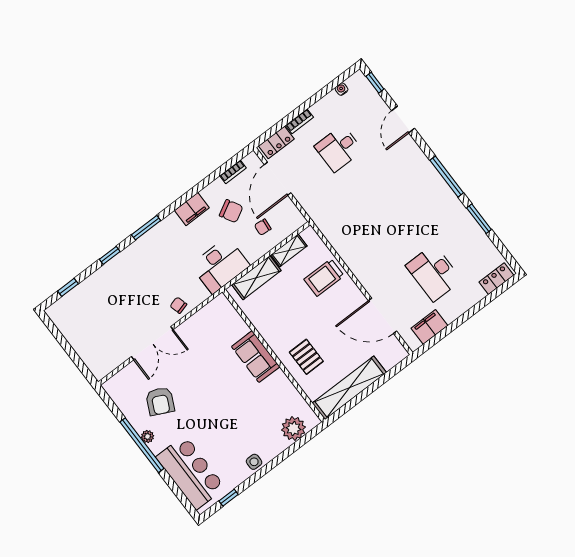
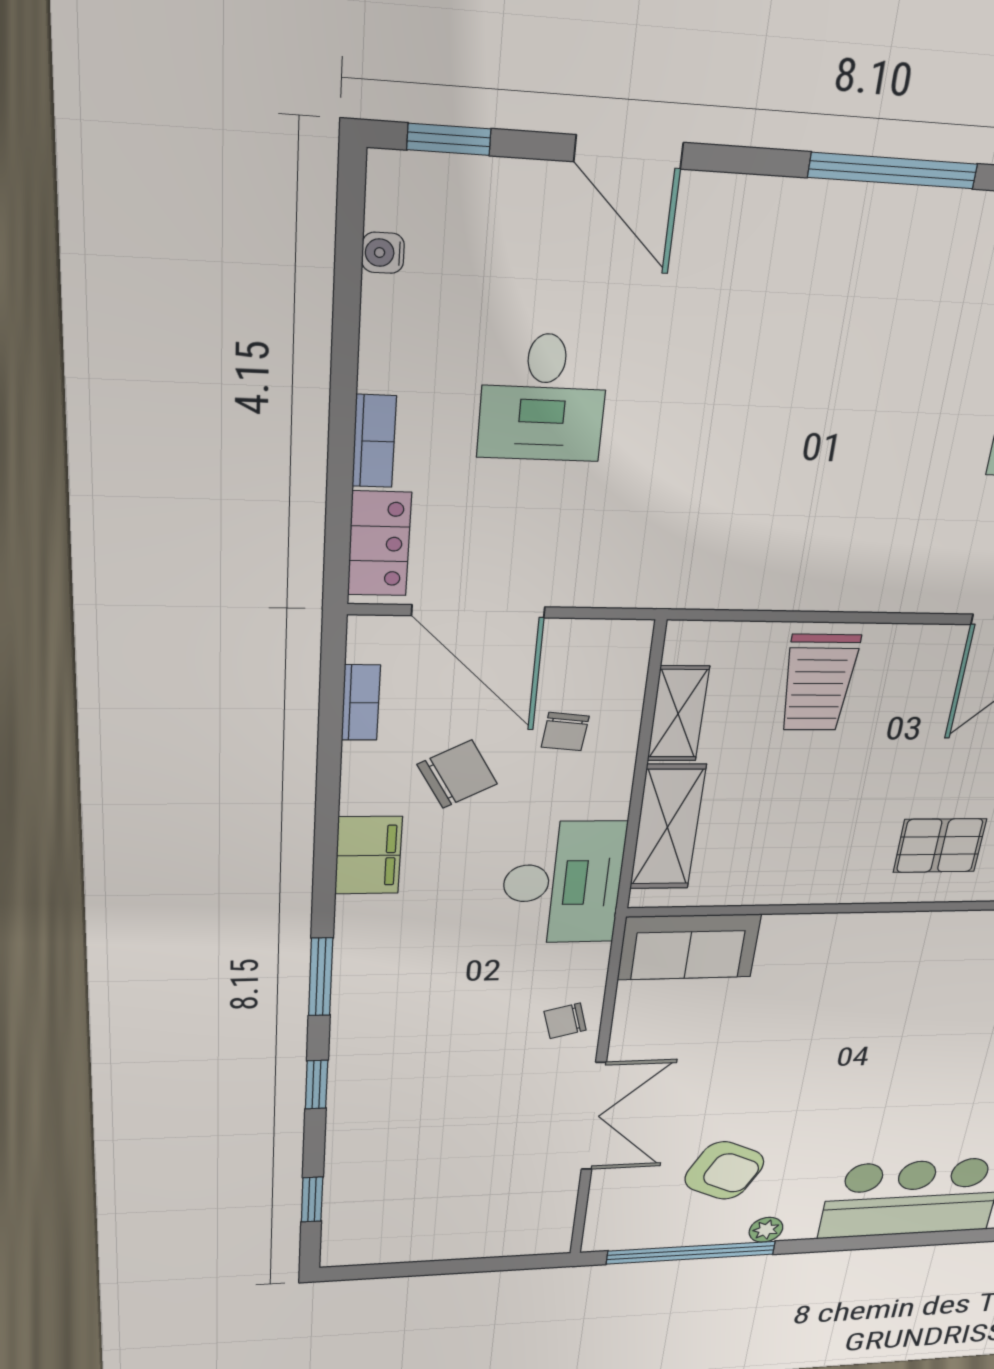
sofa: (256, 357) -> (689, 947), moved
window: (142, 445) -> (691, 1253), moved

